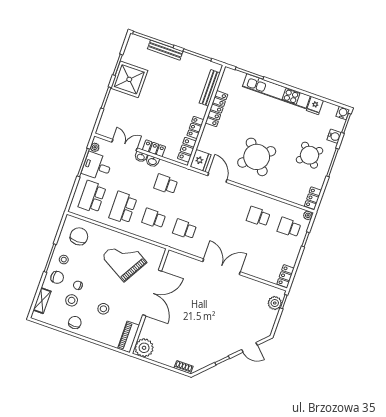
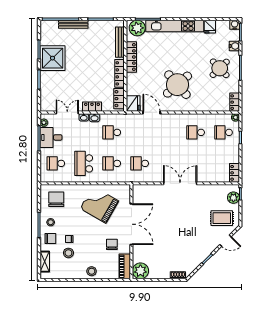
plant: (234, 79) -> (137, 28), added
locker: (195, 128) -> (120, 73), width x1.53
school desk: (92, 197) -> (56, 163), width x0.54
stool: (103, 309) -> (92, 271), moved
rug: (254, 321) -> (222, 218), added
chair: (75, 323) -> (112, 244), moved

